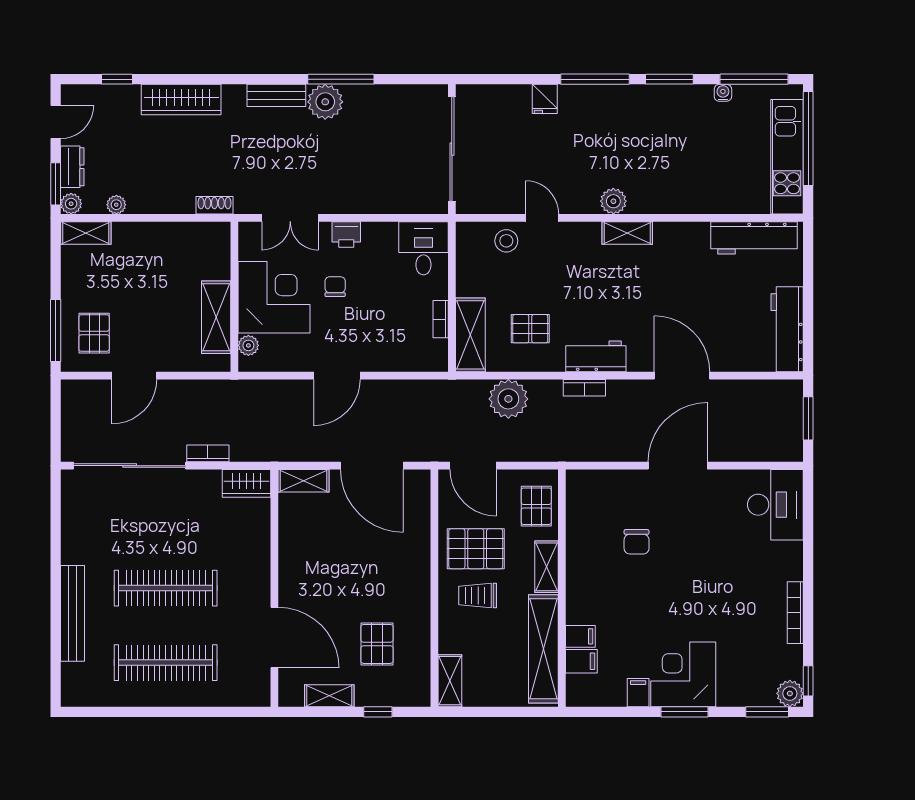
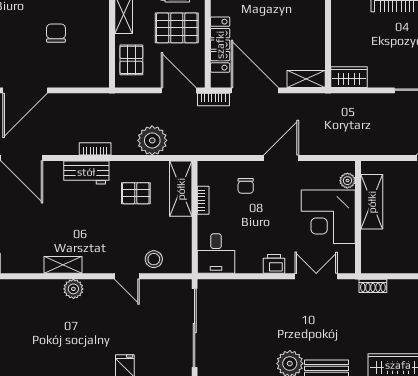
chair: (335, 287) -> (246, 186), moved
bookcase: (208, 453) -> (213, 100), moved
locker: (418, 526) -> (220, 45), added

